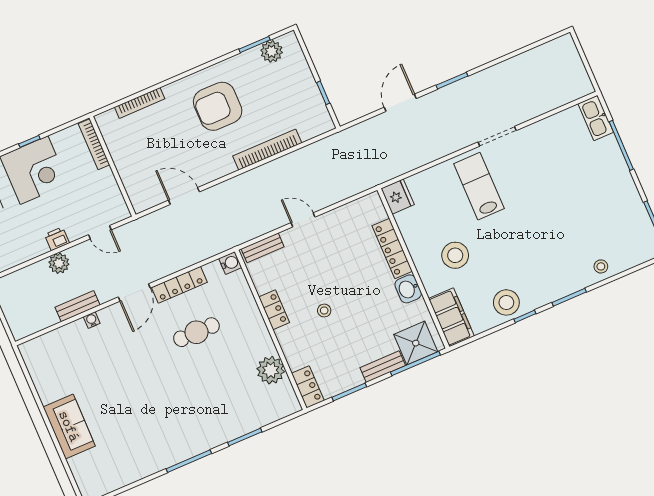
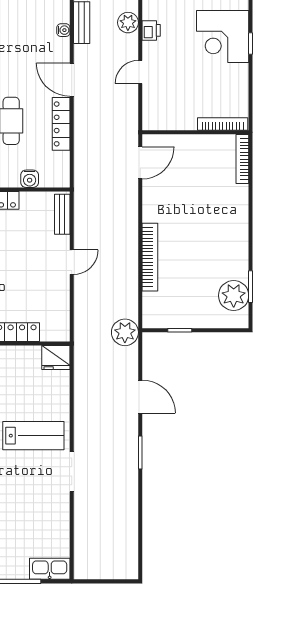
plant: (272, 51) -> (234, 296), width x1.36, depth x1.36
armchair: (218, 106) -> (209, 229), removed
plant: (347, 143) -> (125, 332), added
bookcase: (94, 144) -> (223, 124), moved
wall: (113, 166) -> (195, 132), moved
water cooler: (230, 263) -> (30, 179), moved

